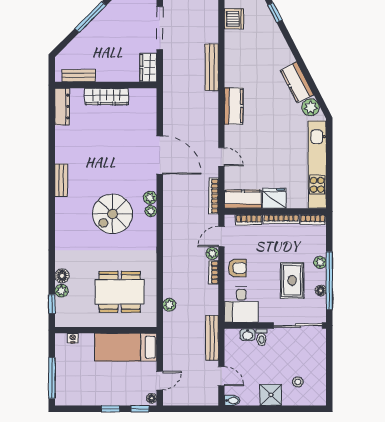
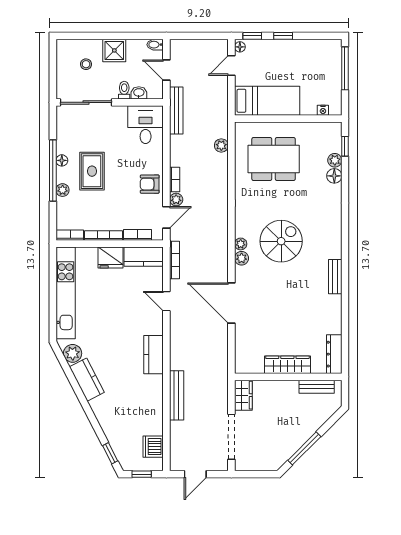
desk: (241, 304) -> (146, 125), moved
wall: (275, 326) -> (110, 102), moved
sliding door: (298, 326) -> (86, 102), moved
washbasin: (248, 335) -> (139, 93), moved
toilet: (261, 337) -> (124, 90), moved

